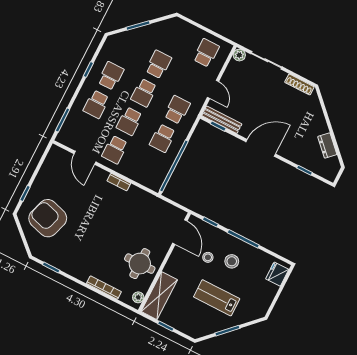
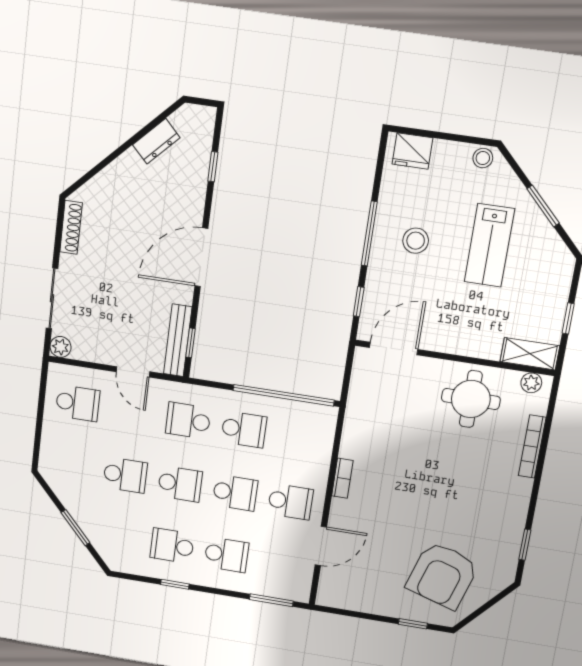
school desk: (206, 53) -> (78, 403), turned 180
school desk: (158, 64) -> (125, 475), turned 180
door: (213, 89) -> (133, 372), swing flipped
door: (261, 148) -> (201, 257), hinge flipped
stool: (208, 257) -> (483, 158), moved
shelving: (159, 296) -> (530, 354), width x0.67, depth x0.75

